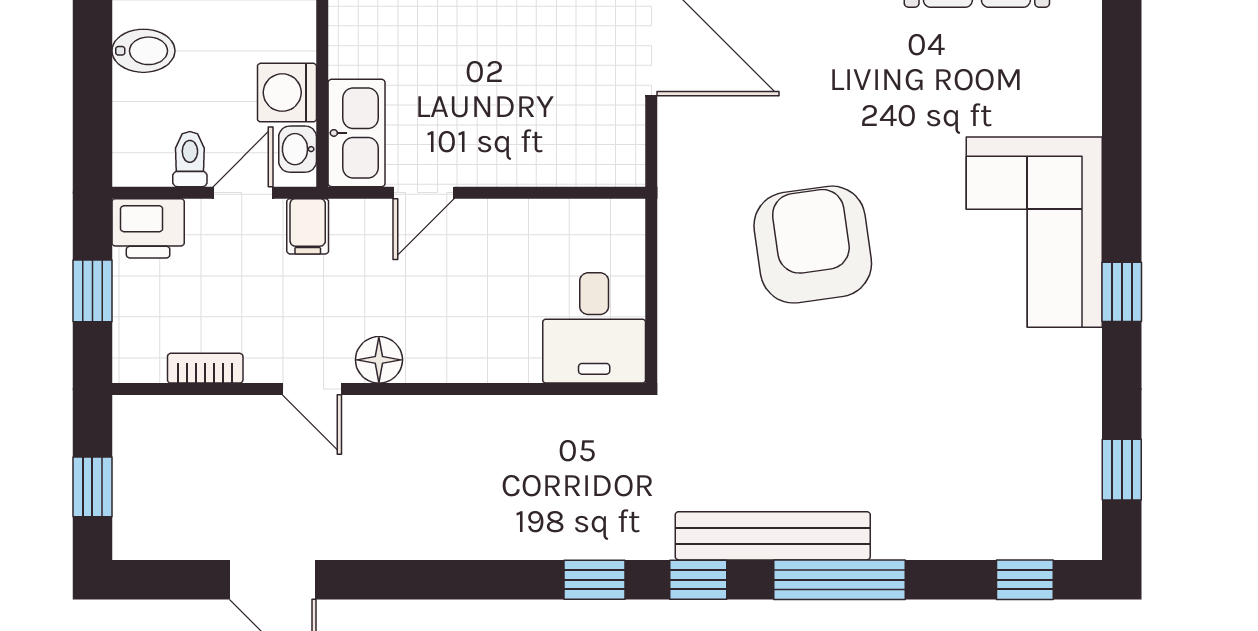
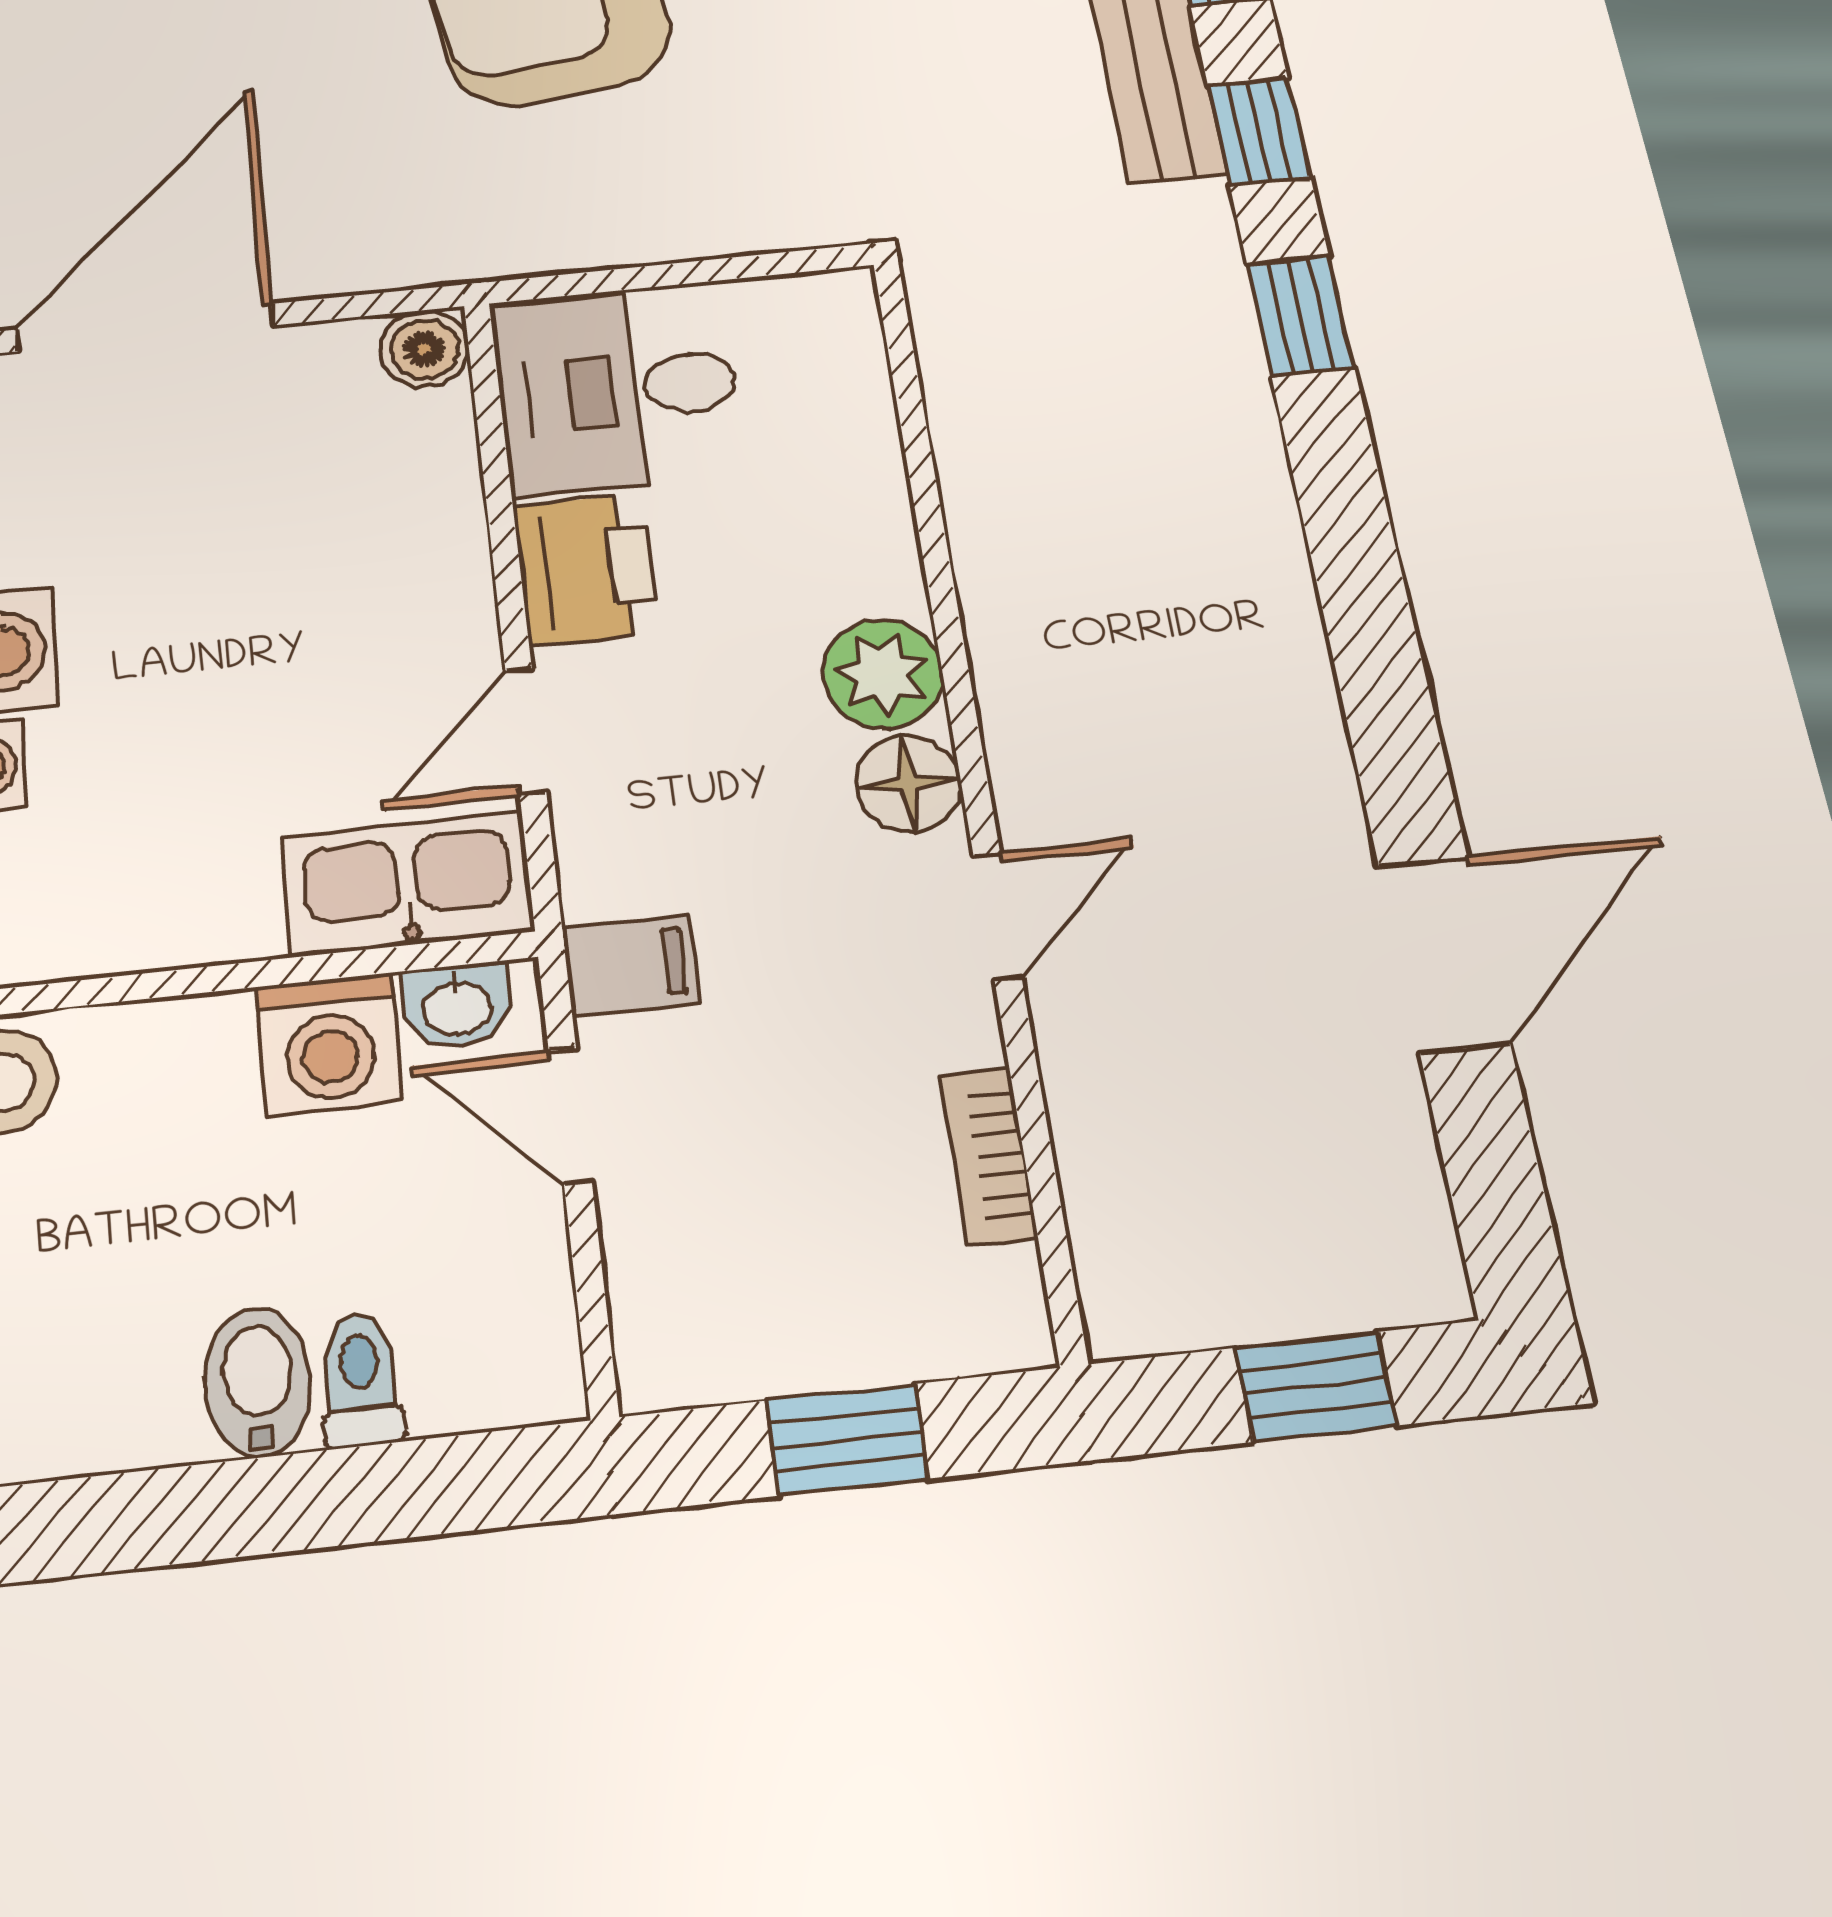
toilet: (190, 159) -> (360, 1380), moved, turned 90
boiler: (625, 166) -> (425, 349), added
door: (424, 193) -> (526, 731), swing flipped
printer: (148, 228) -> (585, 569), moved
desk: (594, 328) -> (617, 390), moved, turned 180
plant: (433, 356) -> (883, 674), added

